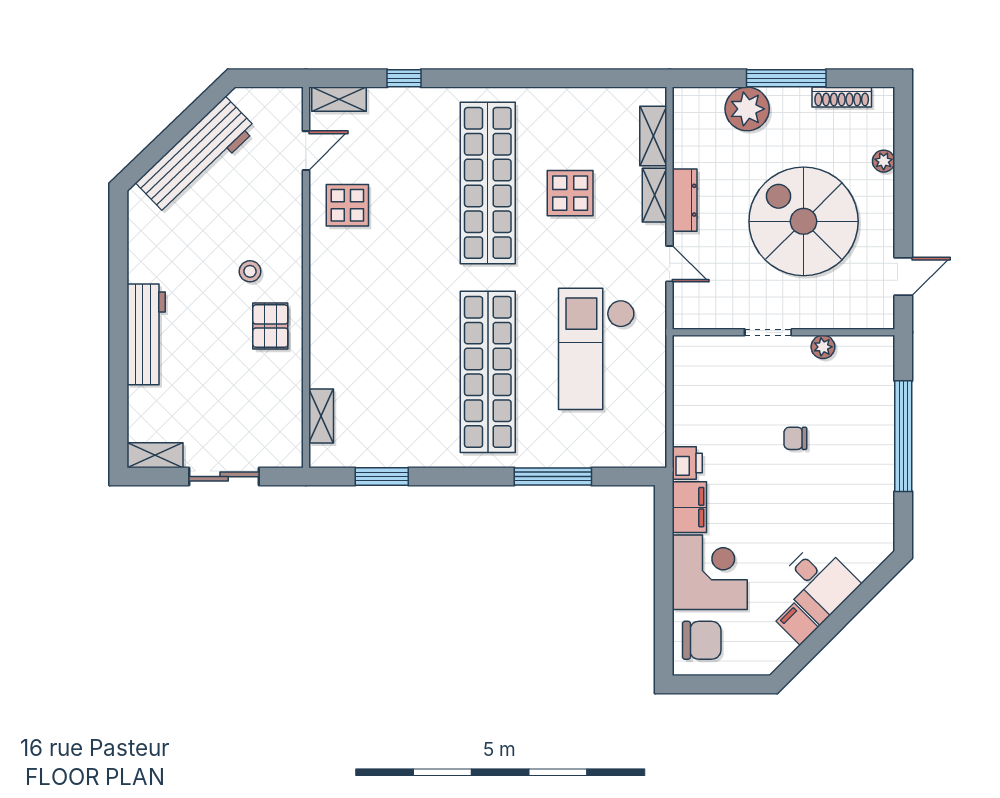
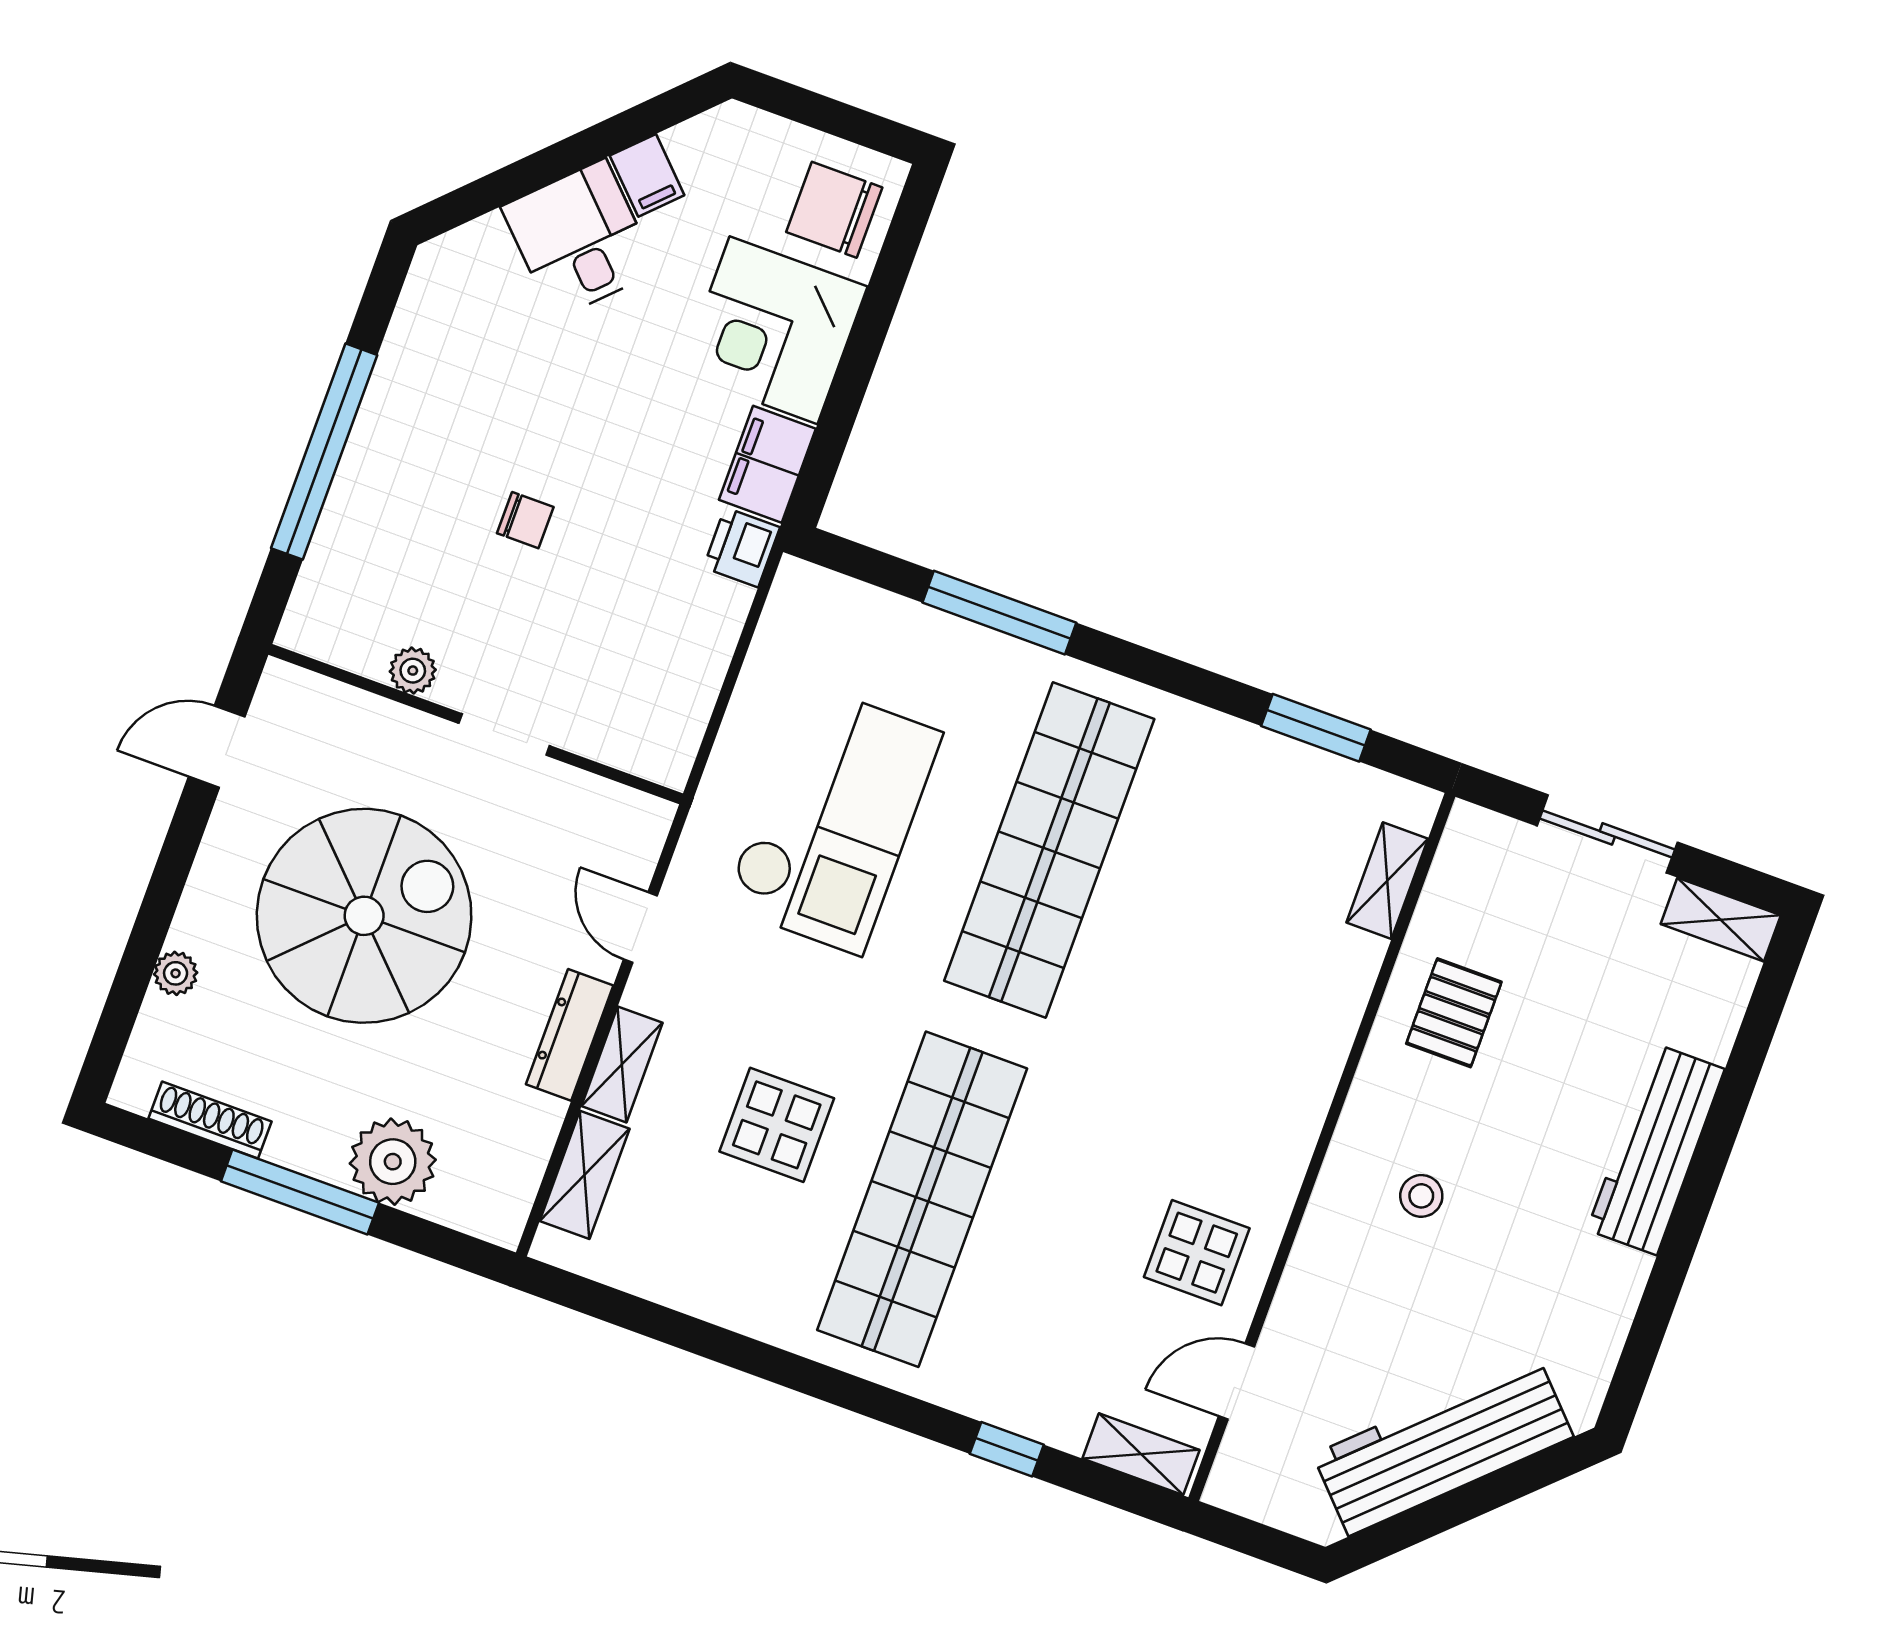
spiral stairs: (804, 221) -> (364, 916), turned -90
pallet: (270, 326) -> (1454, 1013), moved

